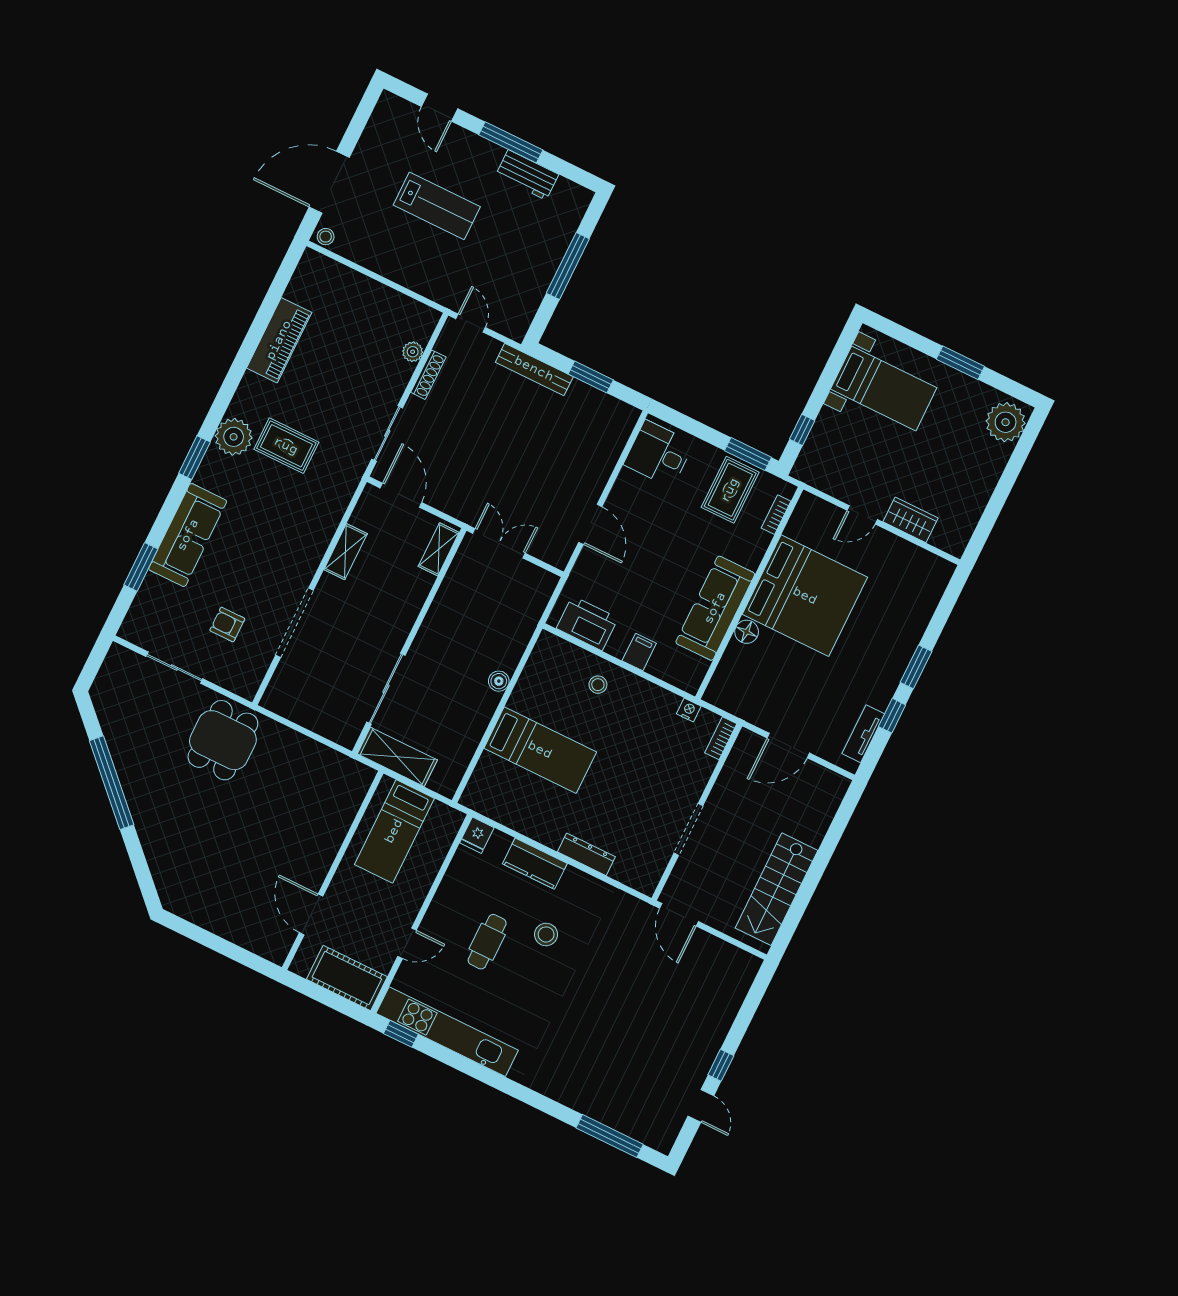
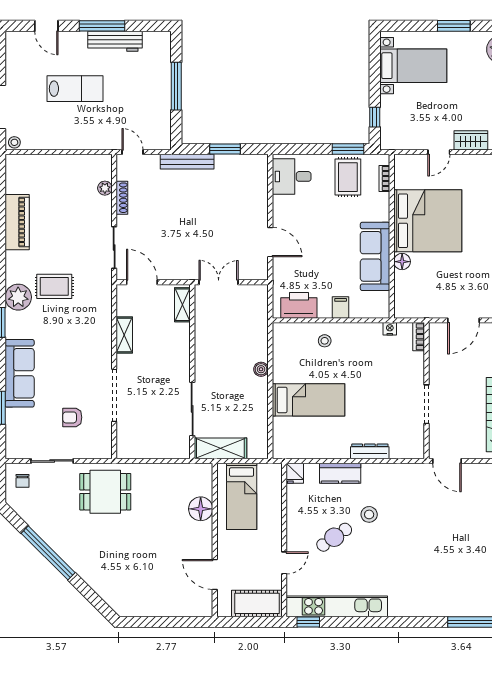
workbench: (527, 175) -> (115, 41), width x1.38
chair: (124, 674) -> (22, 481), added
dining table: (223, 740) -> (105, 492), turned 90
floor lamp: (334, 822) -> (201, 509), added
cafe table: (487, 942) -> (334, 537), turned 55

